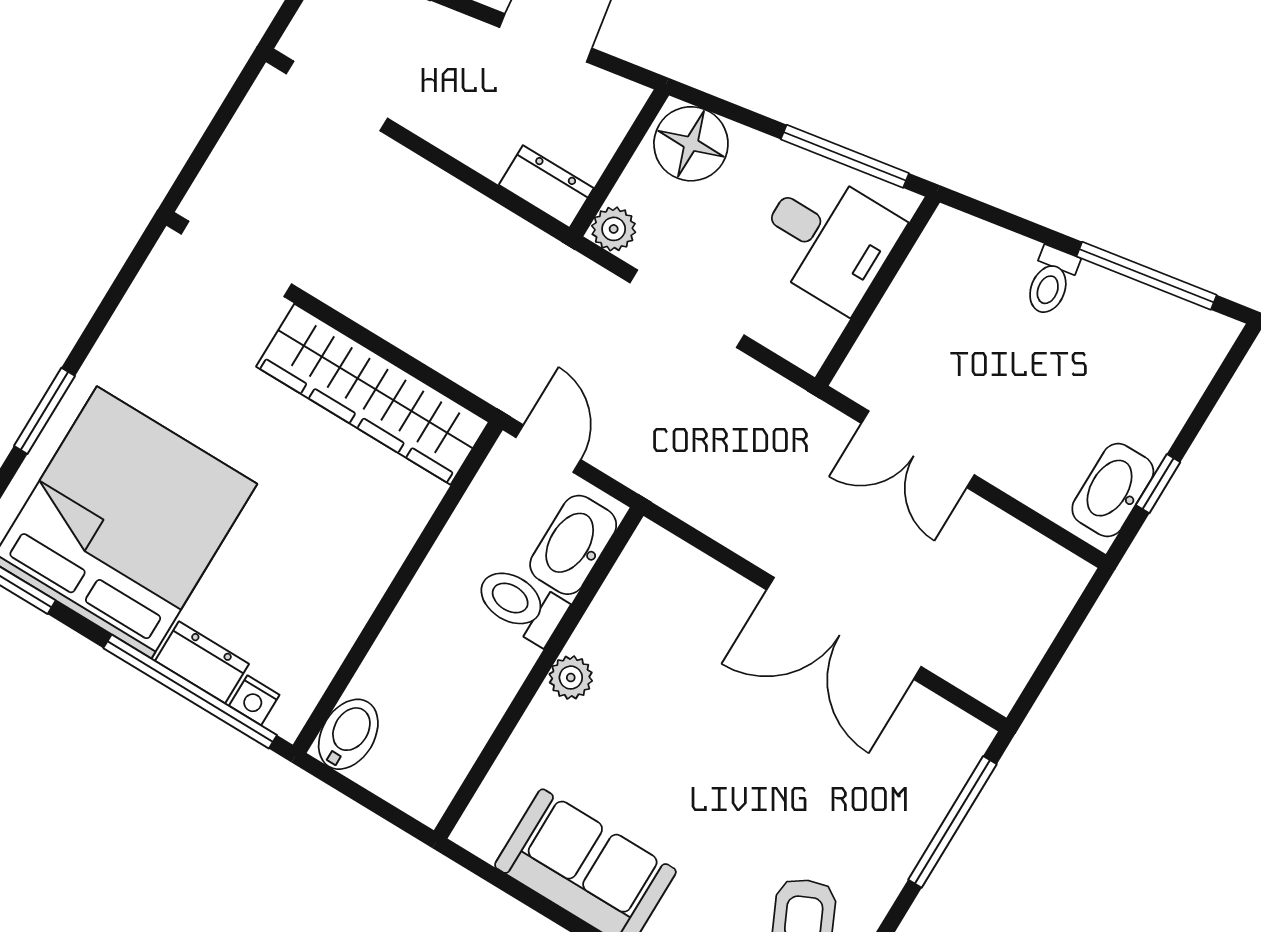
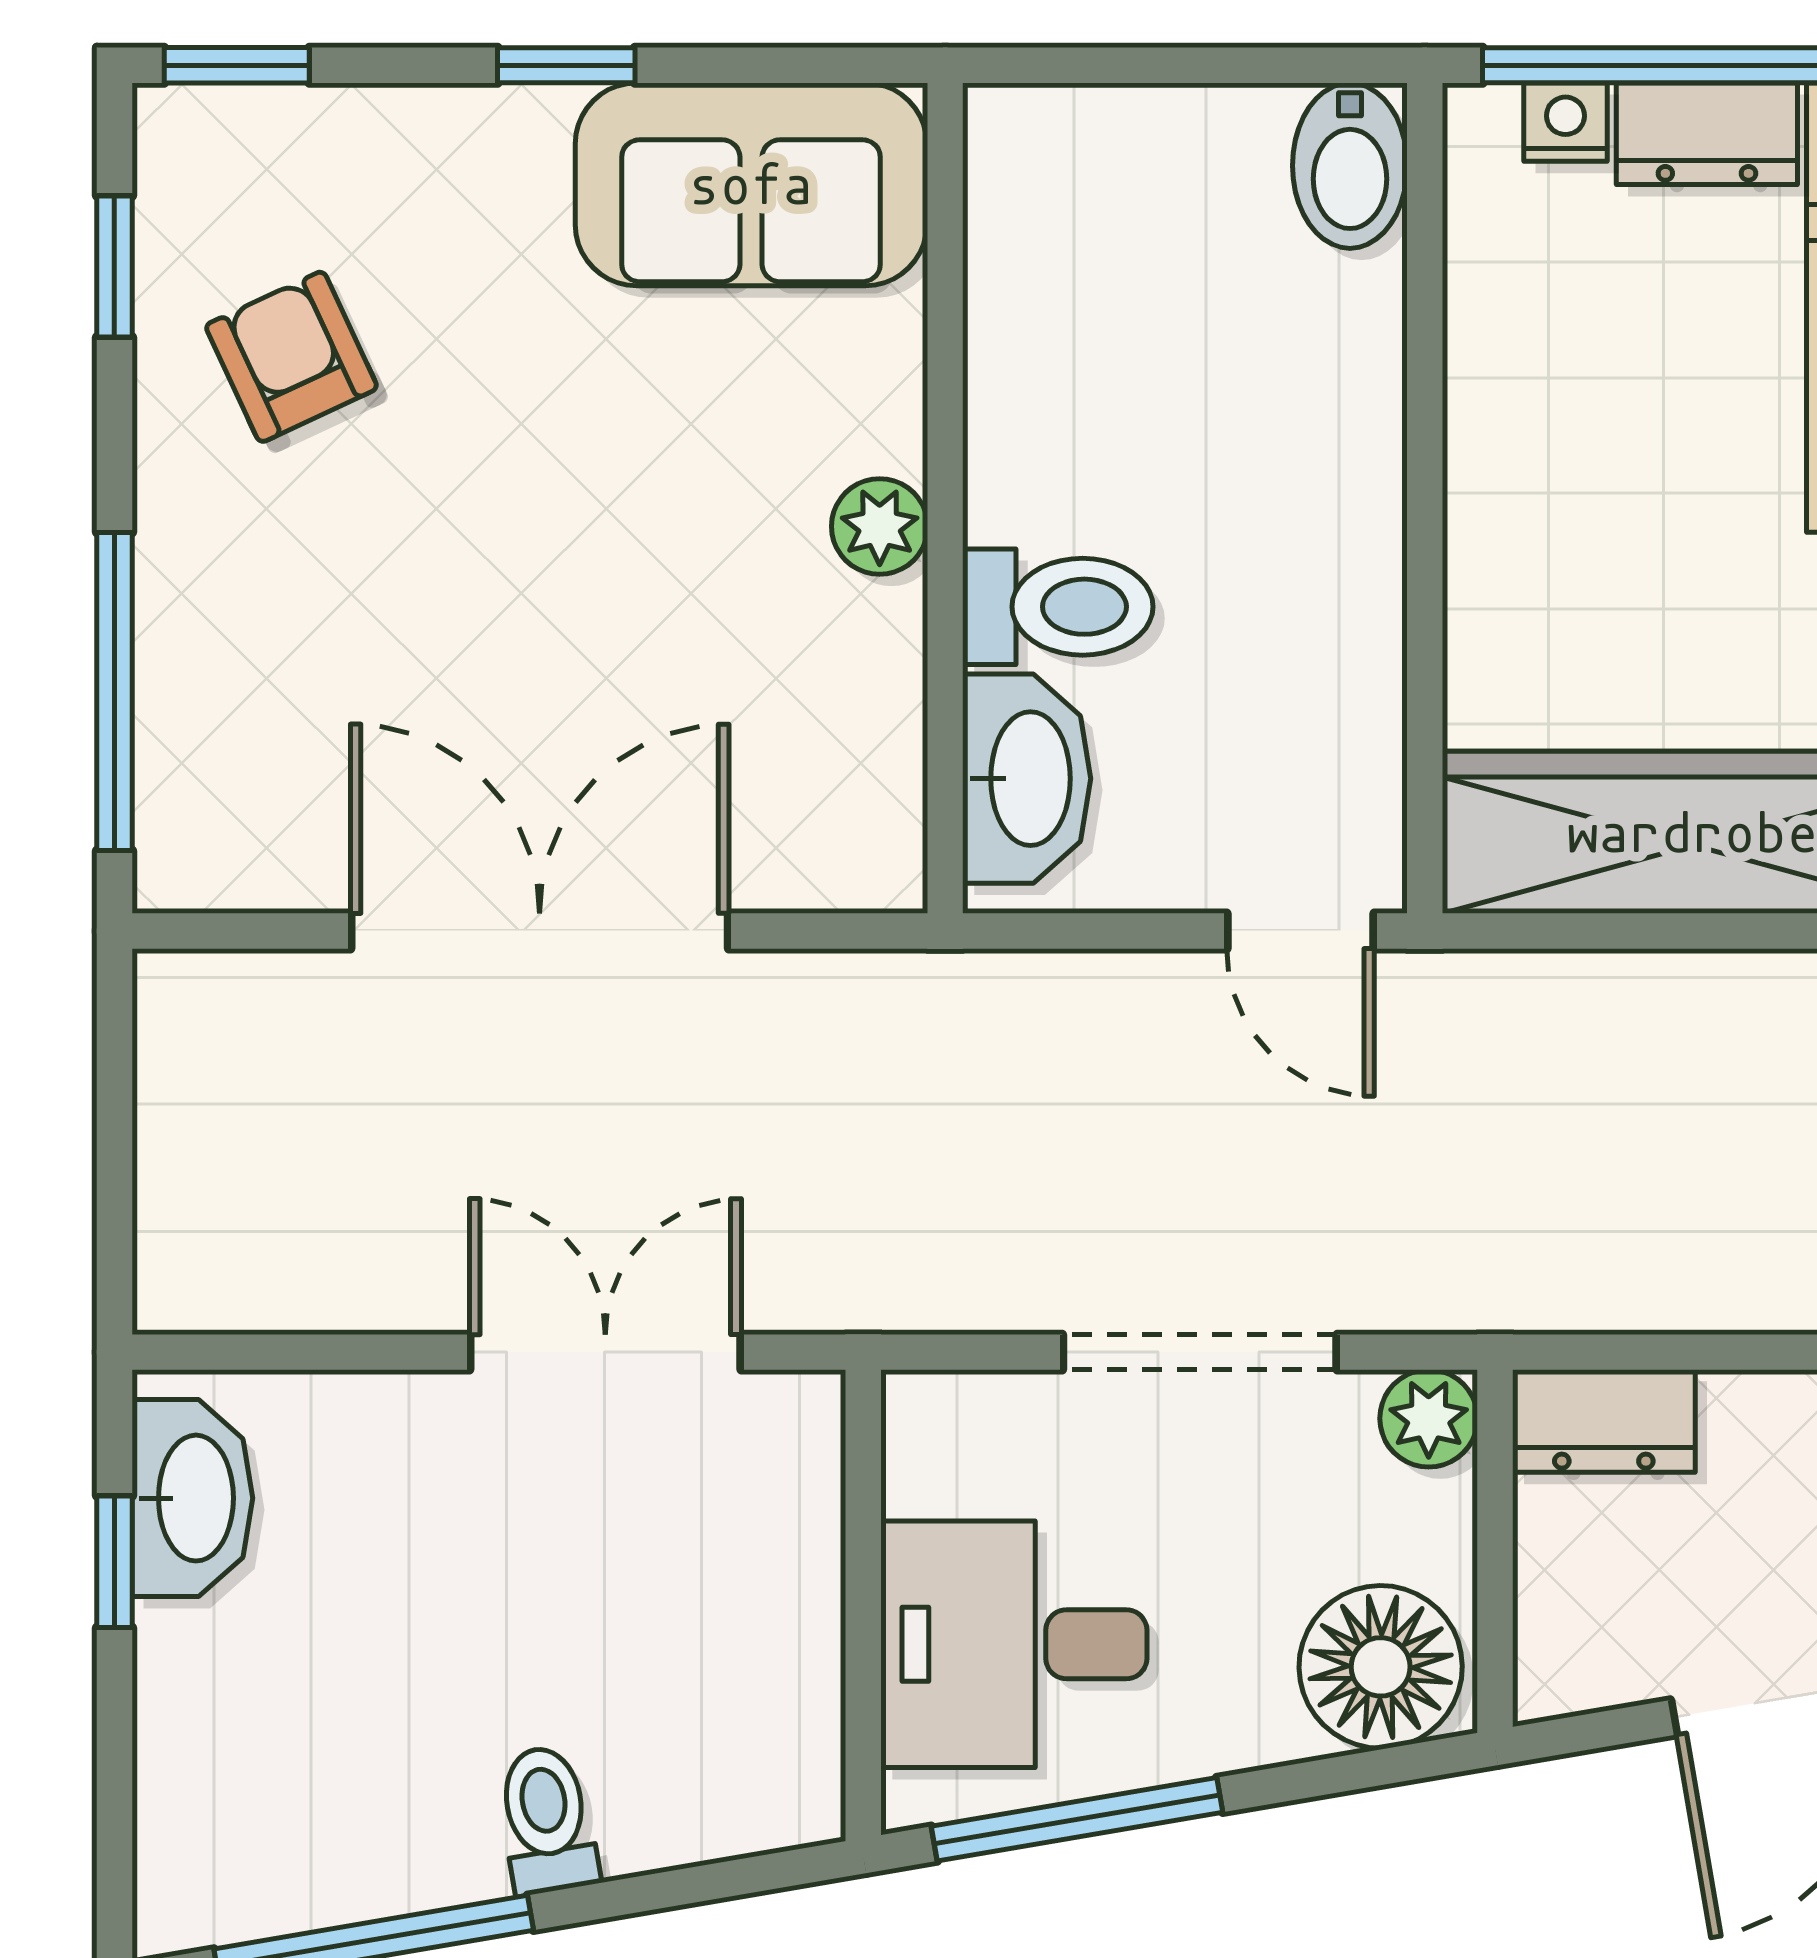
washbasin: (573, 545) -> (1027, 779), moved
toilet: (521, 604) -> (1058, 607), moved
wall: (539, 673) -> (945, 498), moved
plant: (571, 678) -> (880, 526), moved

